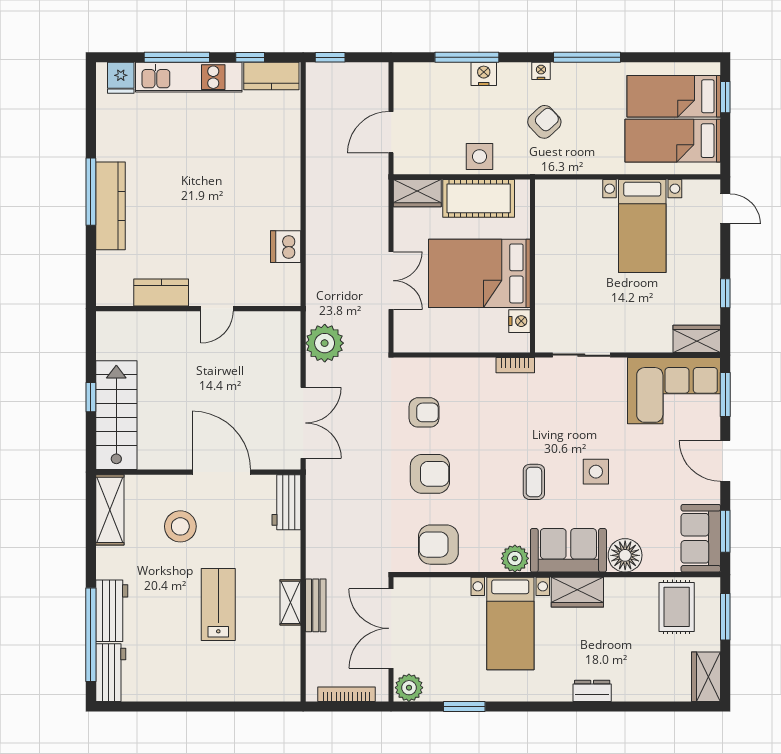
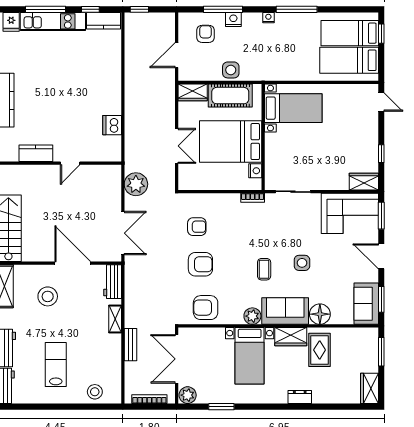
armchair: (544, 122) -> (205, 34), moved, turned -47
bed with nightstands: (642, 226) -> (293, 108), moved, turned -90
shelving: (290, 602) -> (115, 319), moved
lab bench: (218, 605) -> (56, 365), moved
rug: (677, 607) -> (320, 350), moved
stool: (257, 682) -> (95, 392), added

